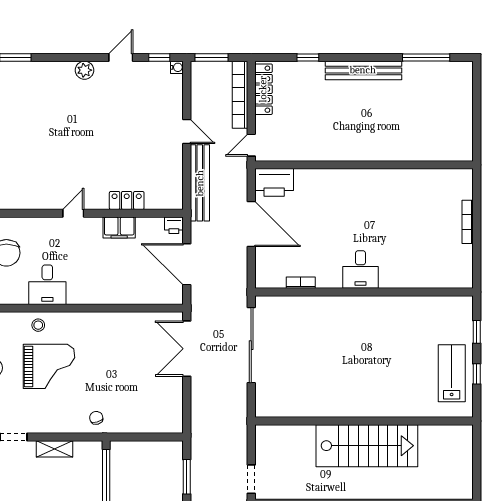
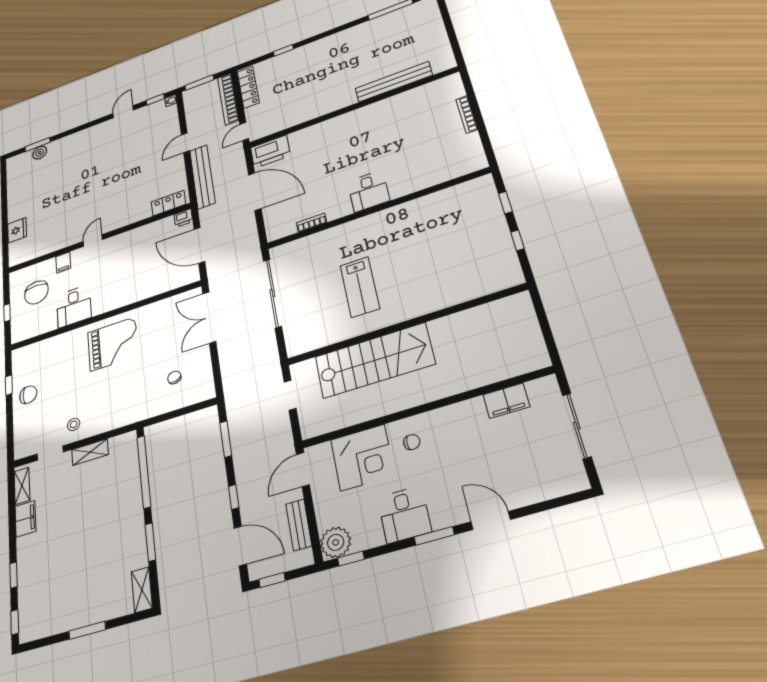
plant: (85, 70) -> (40, 153), moved
bench: (363, 70) -> (394, 82), moved
door: (187, 132) -> (185, 143), swing flipped
locker: (127, 200) -> (168, 203), moved
filing cabinet: (119, 227) -> (63, 262), moved, width x0.50
stool: (38, 325) -> (74, 424), moved
grand piano: (49, 366) -> (113, 344), moved
lab bench: (452, 373) -> (360, 287), moved, turned 180
chair: (96, 418) -> (174, 377), moved
stairs: (367, 446) -> (374, 360), moved
doorway: (251, 479) -> (290, 395), moved

